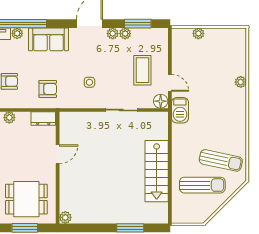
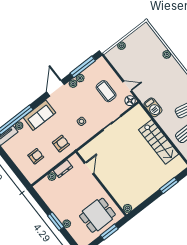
window: (138, 24) -> (83, 67), width x1.44
barbecue: (180, 110) -> (153, 107), moved
dresser: (43, 119) -> (63, 169), moved
door: (58, 154) -> (89, 168), moved

